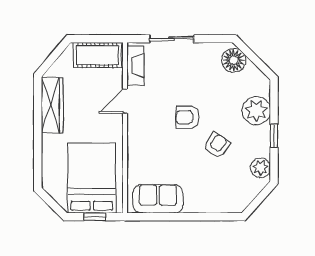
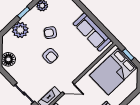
sofa: (158, 199) -> (92, 32), width x1.36

